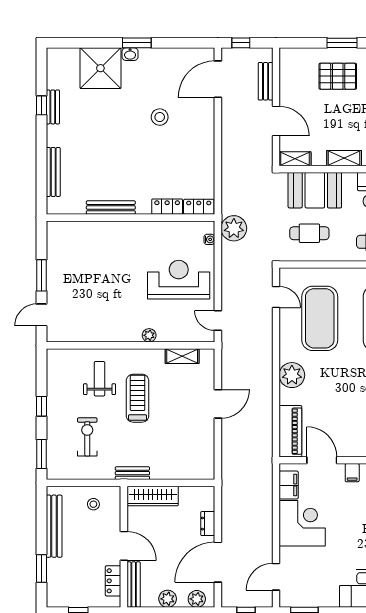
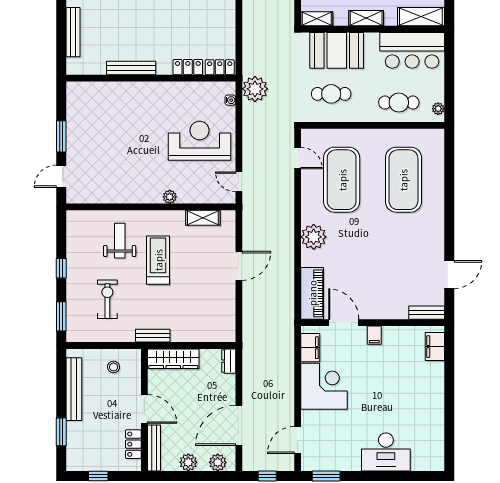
dresser: (208, 524) -> (229, 361), moved

